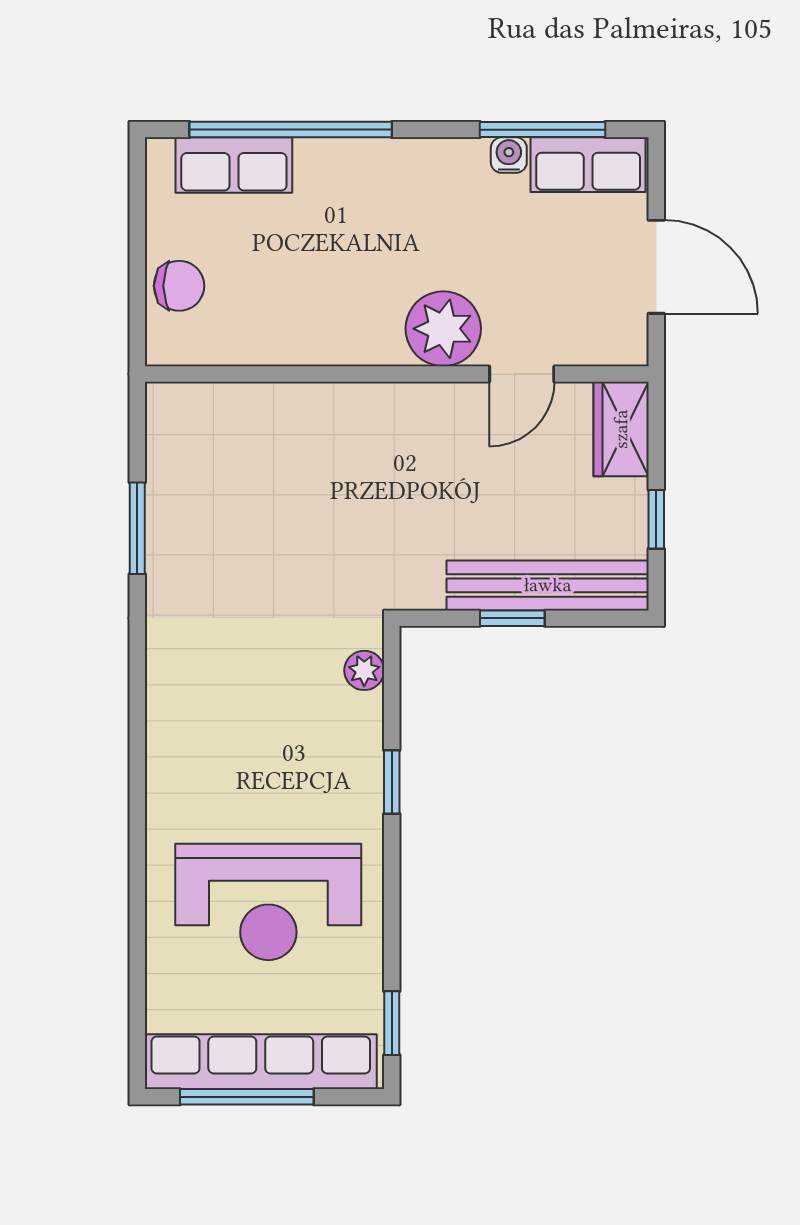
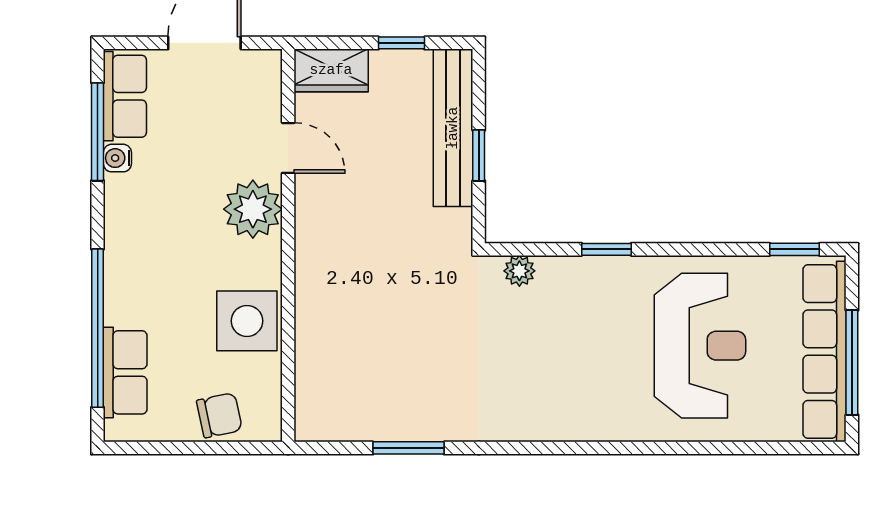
chair: (179, 286) -> (219, 415), turned 78
side table: (300, 321) -> (247, 321), added

